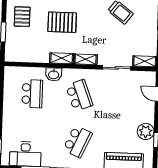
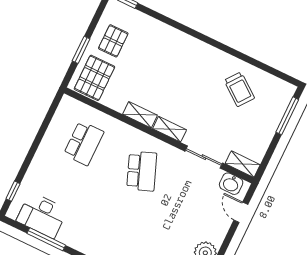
pallet: (62, 22) -> (94, 78), moved, turned 90
washbasin: (54, 74) -> (231, 184), moved
school desk: (78, 142) -> (114, 228), removed

